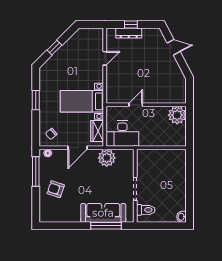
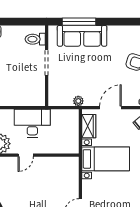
door: (136, 105) -> (26, 155), moved
desk: (122, 134) -> (32, 123), moved
plant: (107, 158) -> (78, 101), width x0.53, depth x0.53

